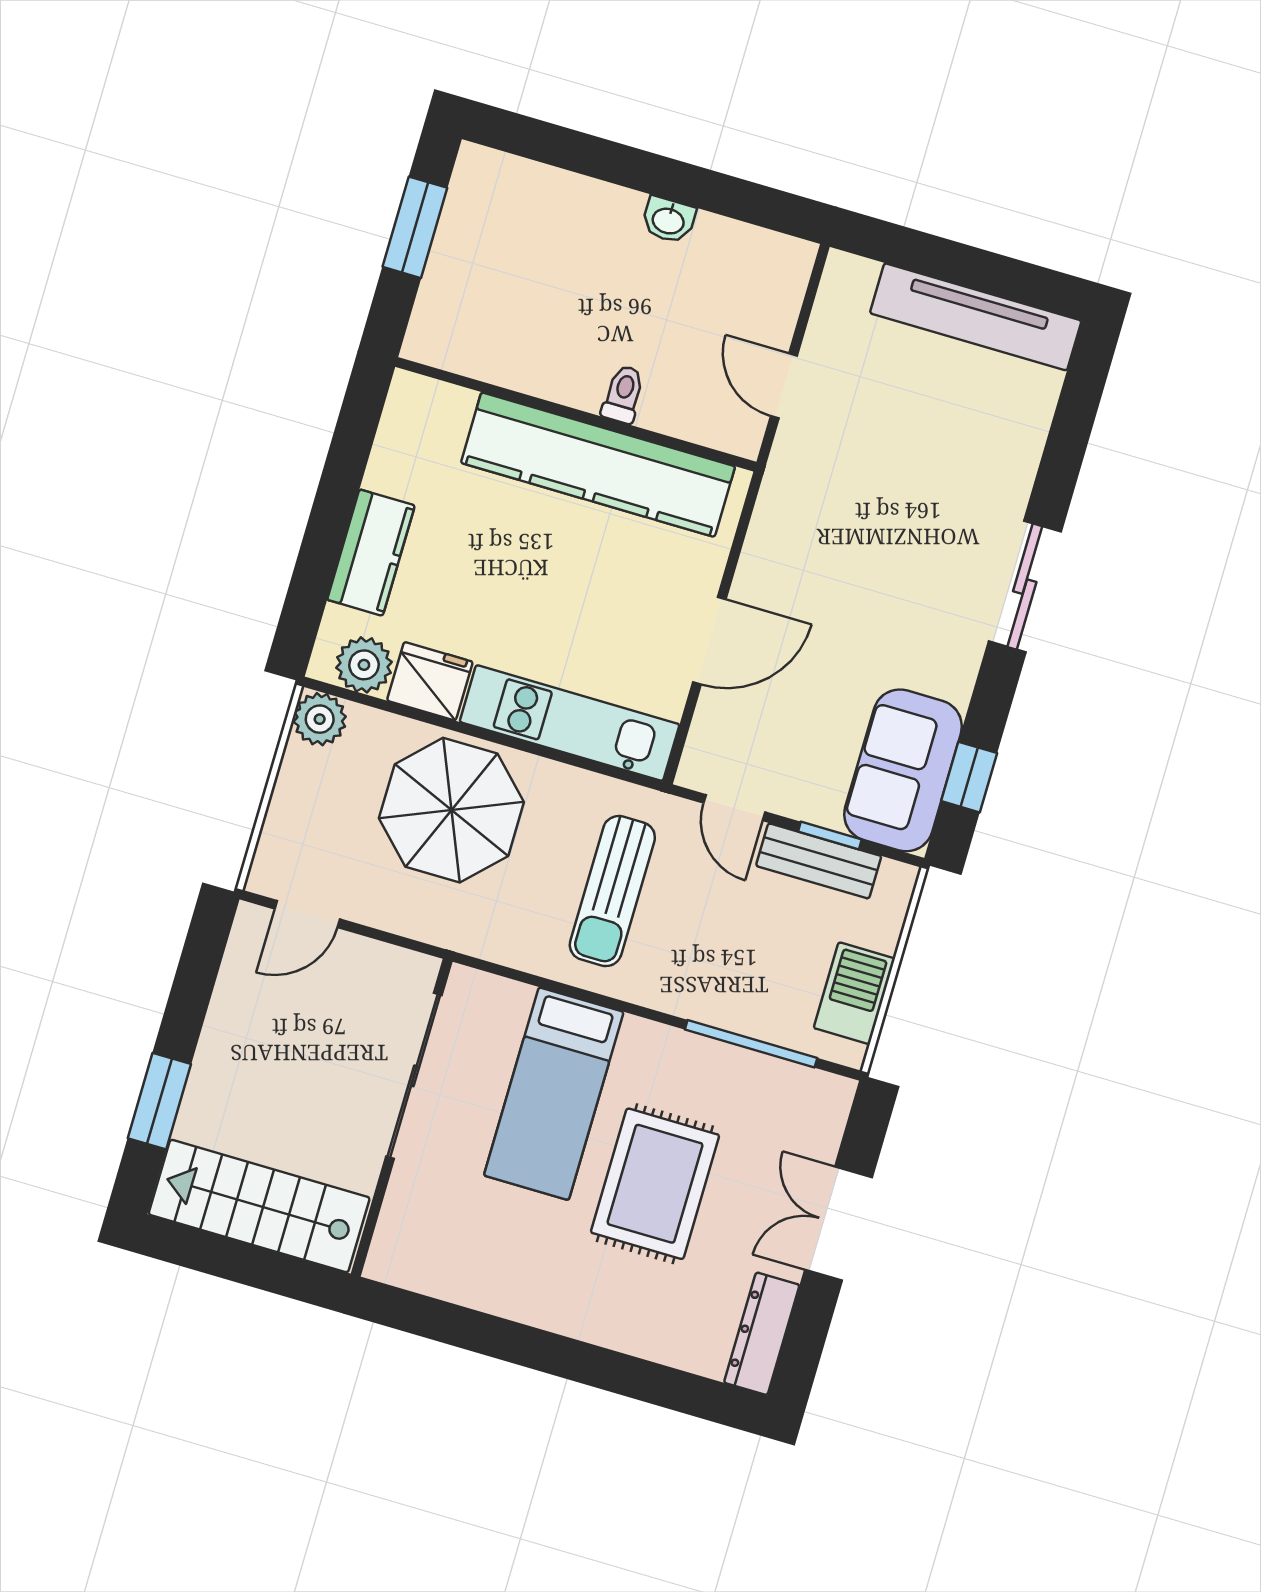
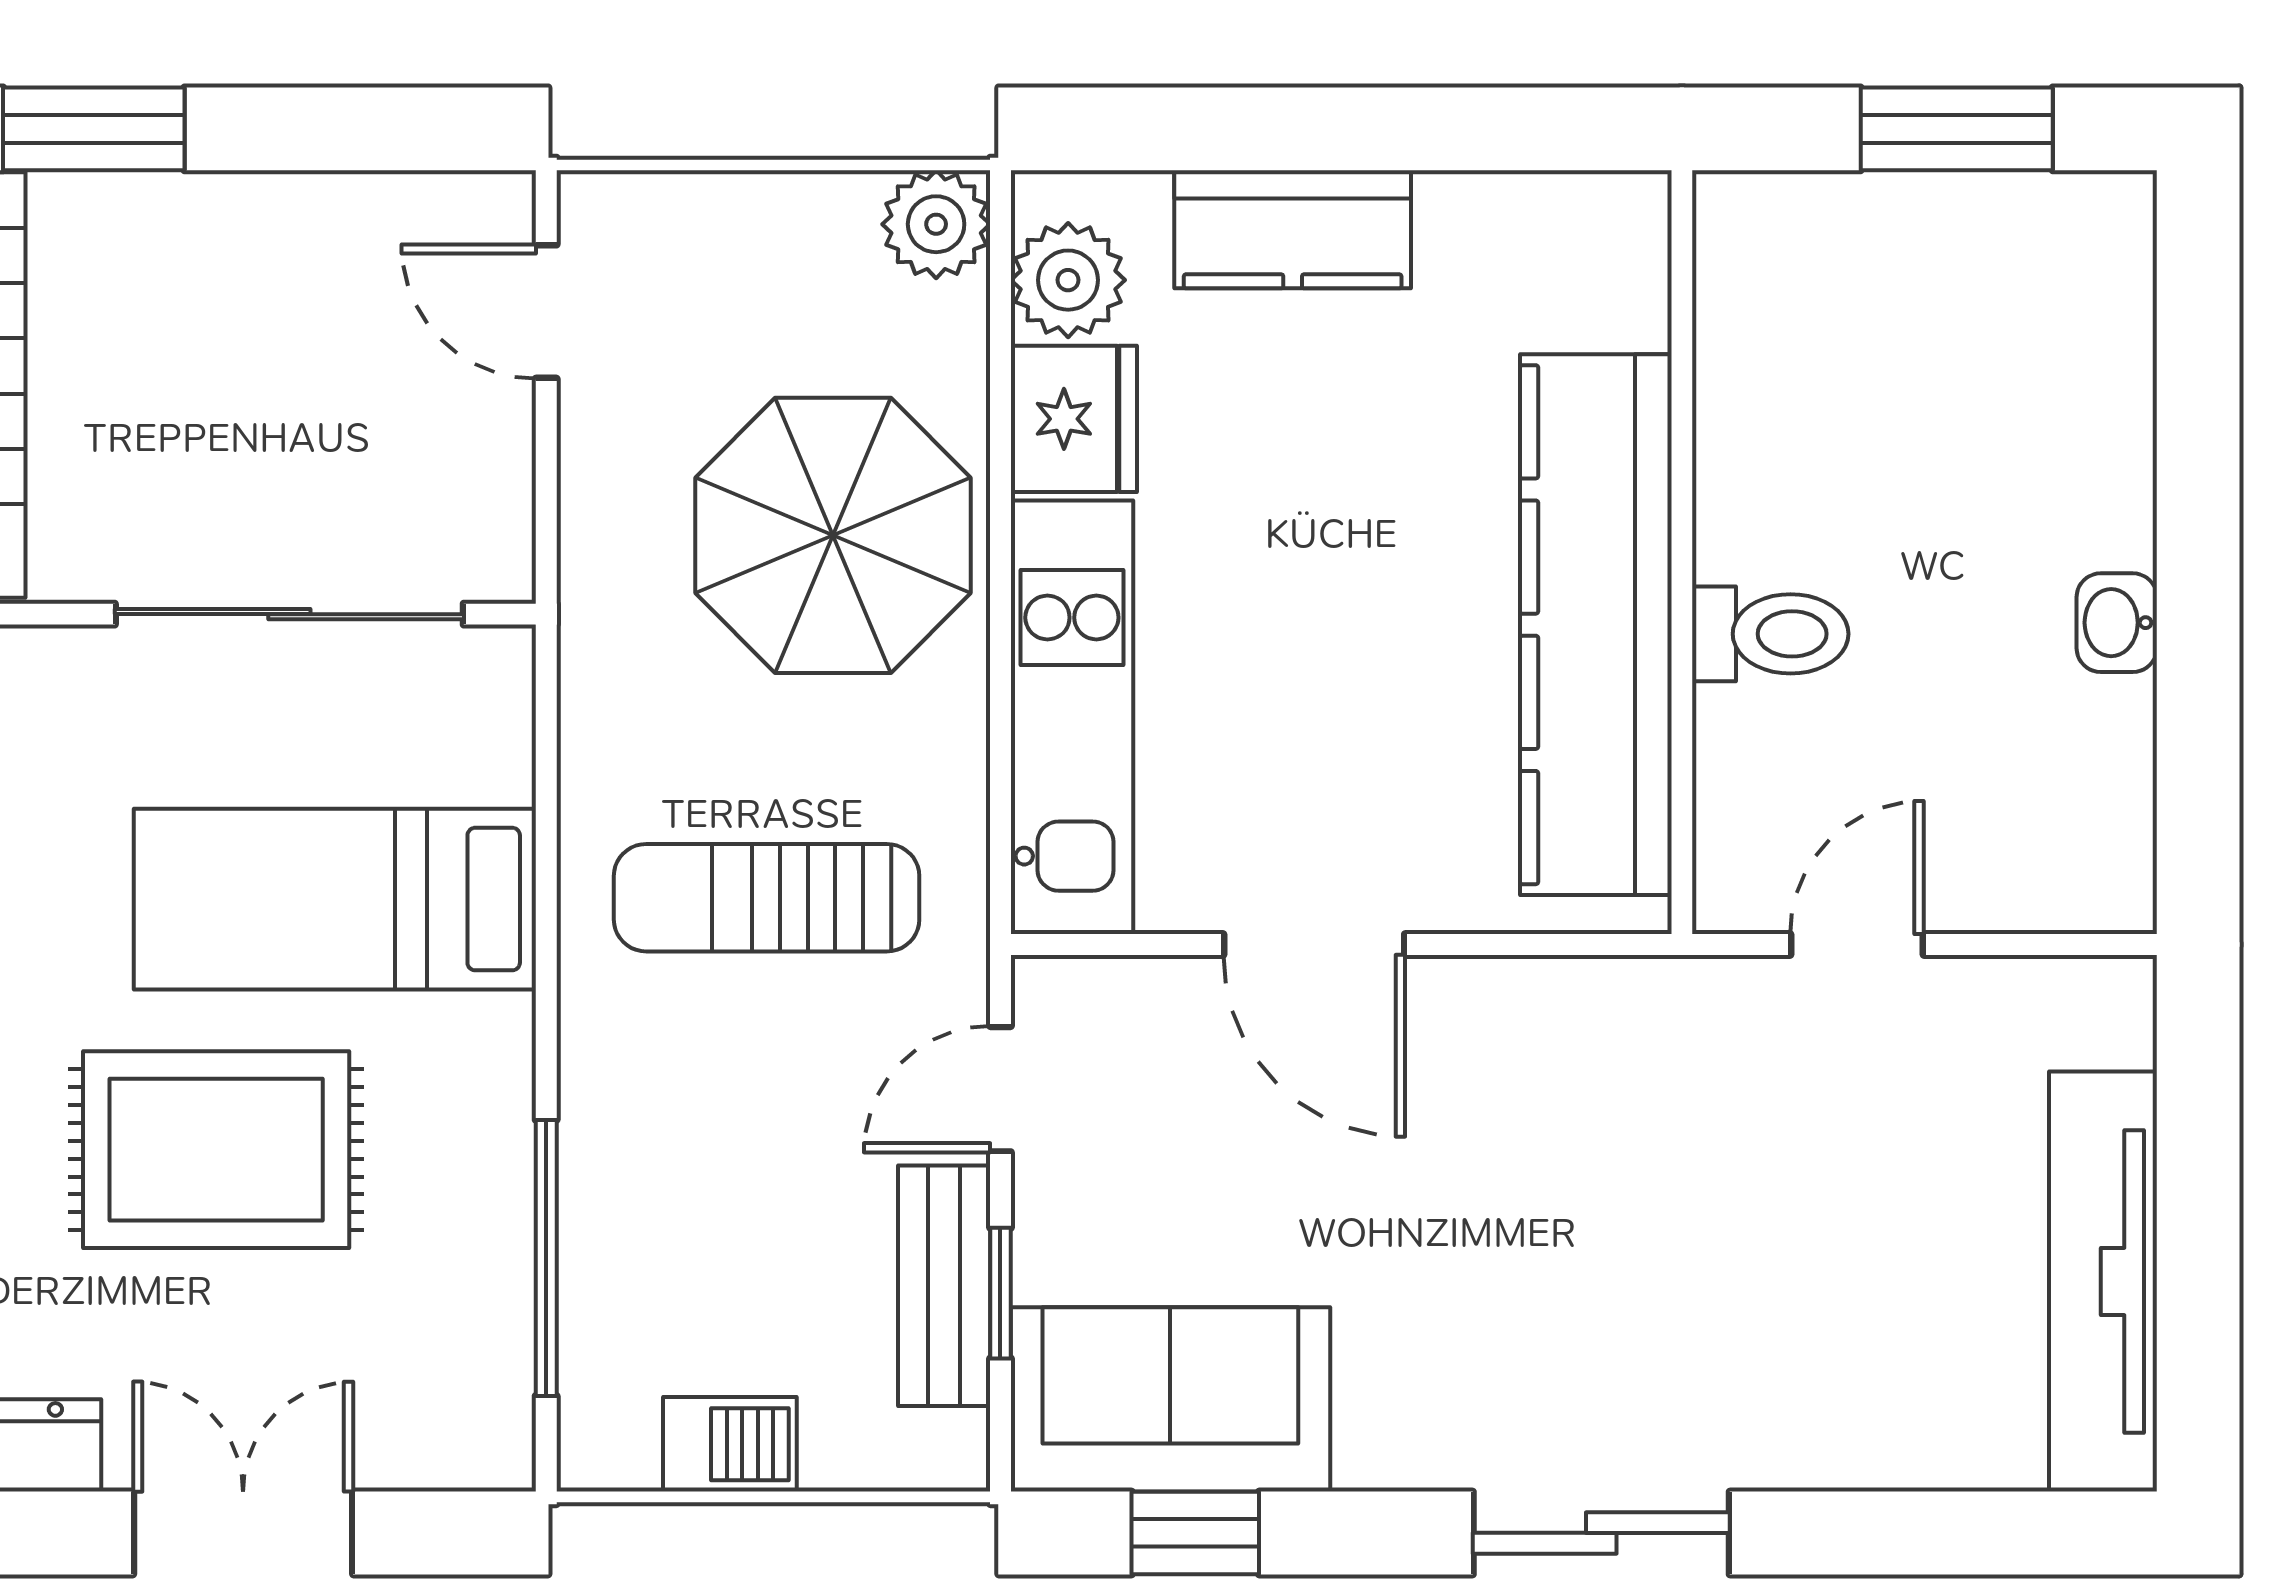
toilet: (623, 394) -> (1770, 634), width x1.37, depth x1.39
barbecue: (854, 993) -> (730, 1444), width x0.73, depth x0.79

